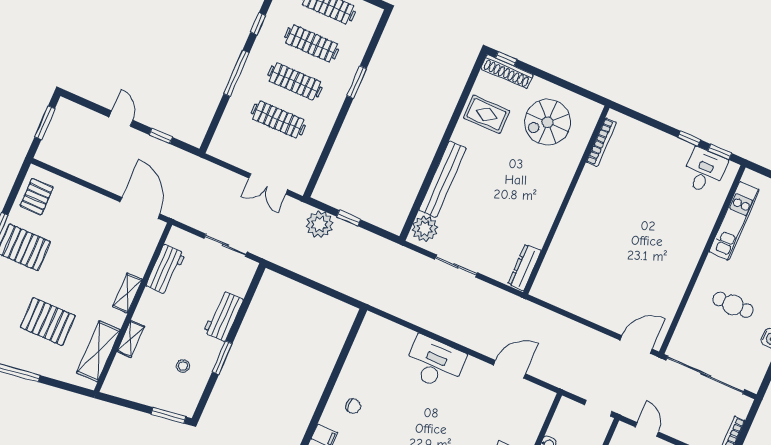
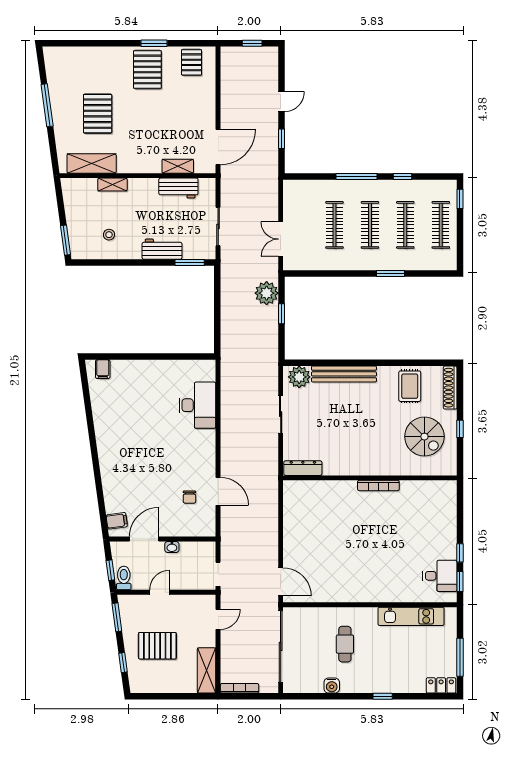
window: (506, 59) -> (460, 429), moved
spiral stairs: (548, 122) -> (424, 437), turned 180
window: (45, 123) -> (252, 43), width x0.67
bookcase: (601, 142) -> (378, 486), moved
pallet: (37, 197) -> (191, 62), turned 90
shelving: (127, 293) -> (178, 166), moved
window: (222, 358) -> (190, 263), moved
desk: (435, 363) -> (197, 405), moved
chair: (353, 406) -> (189, 497), moved

